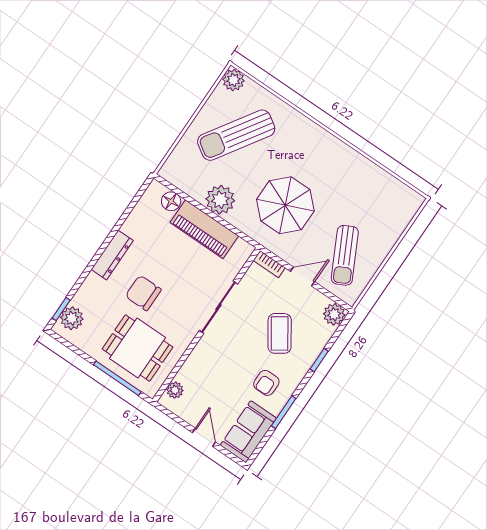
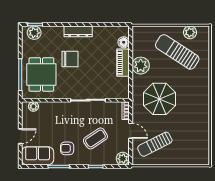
plant: (234, 80) -> (190, 32), moved
piano: (204, 229) -> (123, 63), width x0.73, depth x0.75
chair: (143, 293) -> (70, 59), turned 90

